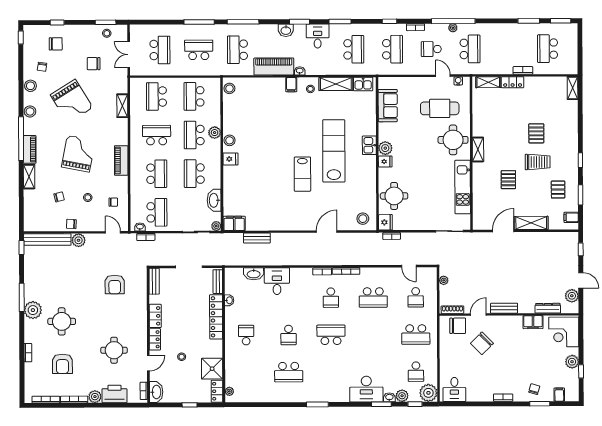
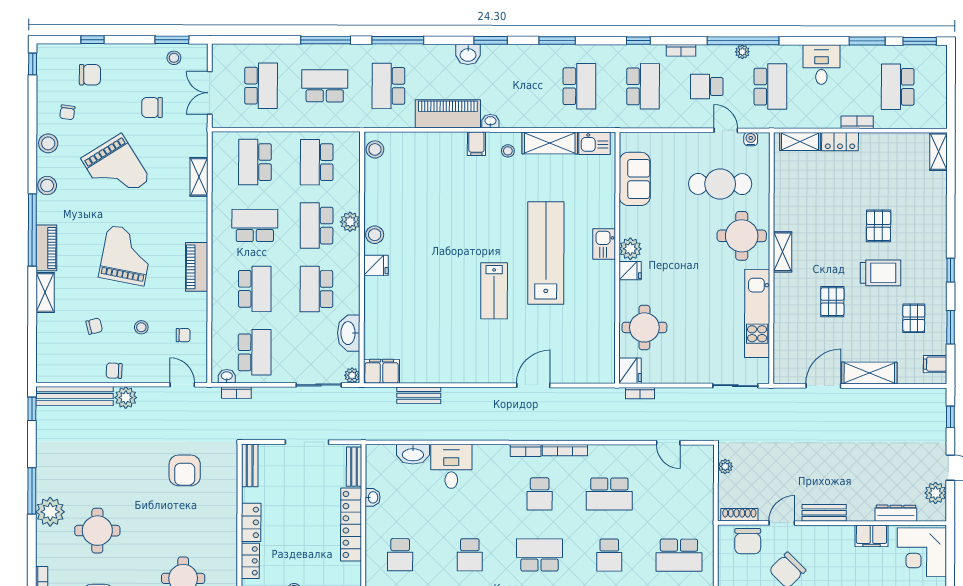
desk: (318, 36) -> (821, 65), moved
stool: (363, 219) -> (593, 364), removed
school desk: (416, 297) -> (609, 555), moved
chair: (458, 326) -> (748, 541), turned 90
school desk: (246, 335) -> (400, 555), turned 180

